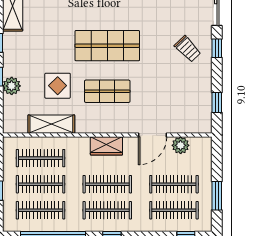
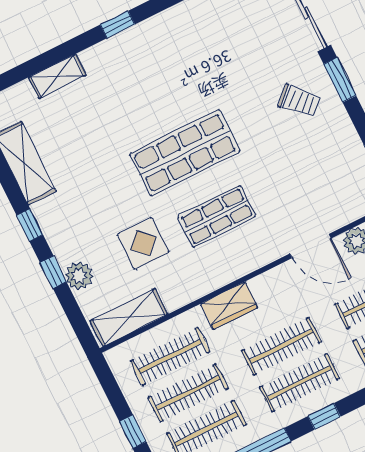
window: (217, 48) -> (340, 80), width x1.50
shelving: (51, 124) -> (129, 317), moved
door: (153, 135) -> (311, 246), hinge flipped
wardrobe: (106, 146) -> (229, 306), moved

